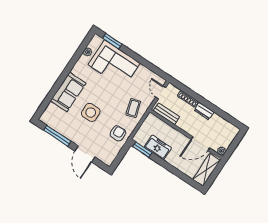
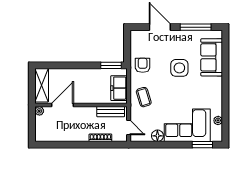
floor lamp: (143, 71) -> (157, 136), added
sofa: (68, 92) -> (212, 57), moved
dresser: (204, 111) -> (79, 136), removed
armchair: (118, 133) -> (143, 65), turned 180
freezer: (158, 147) -> (119, 88), moved, turned 90

